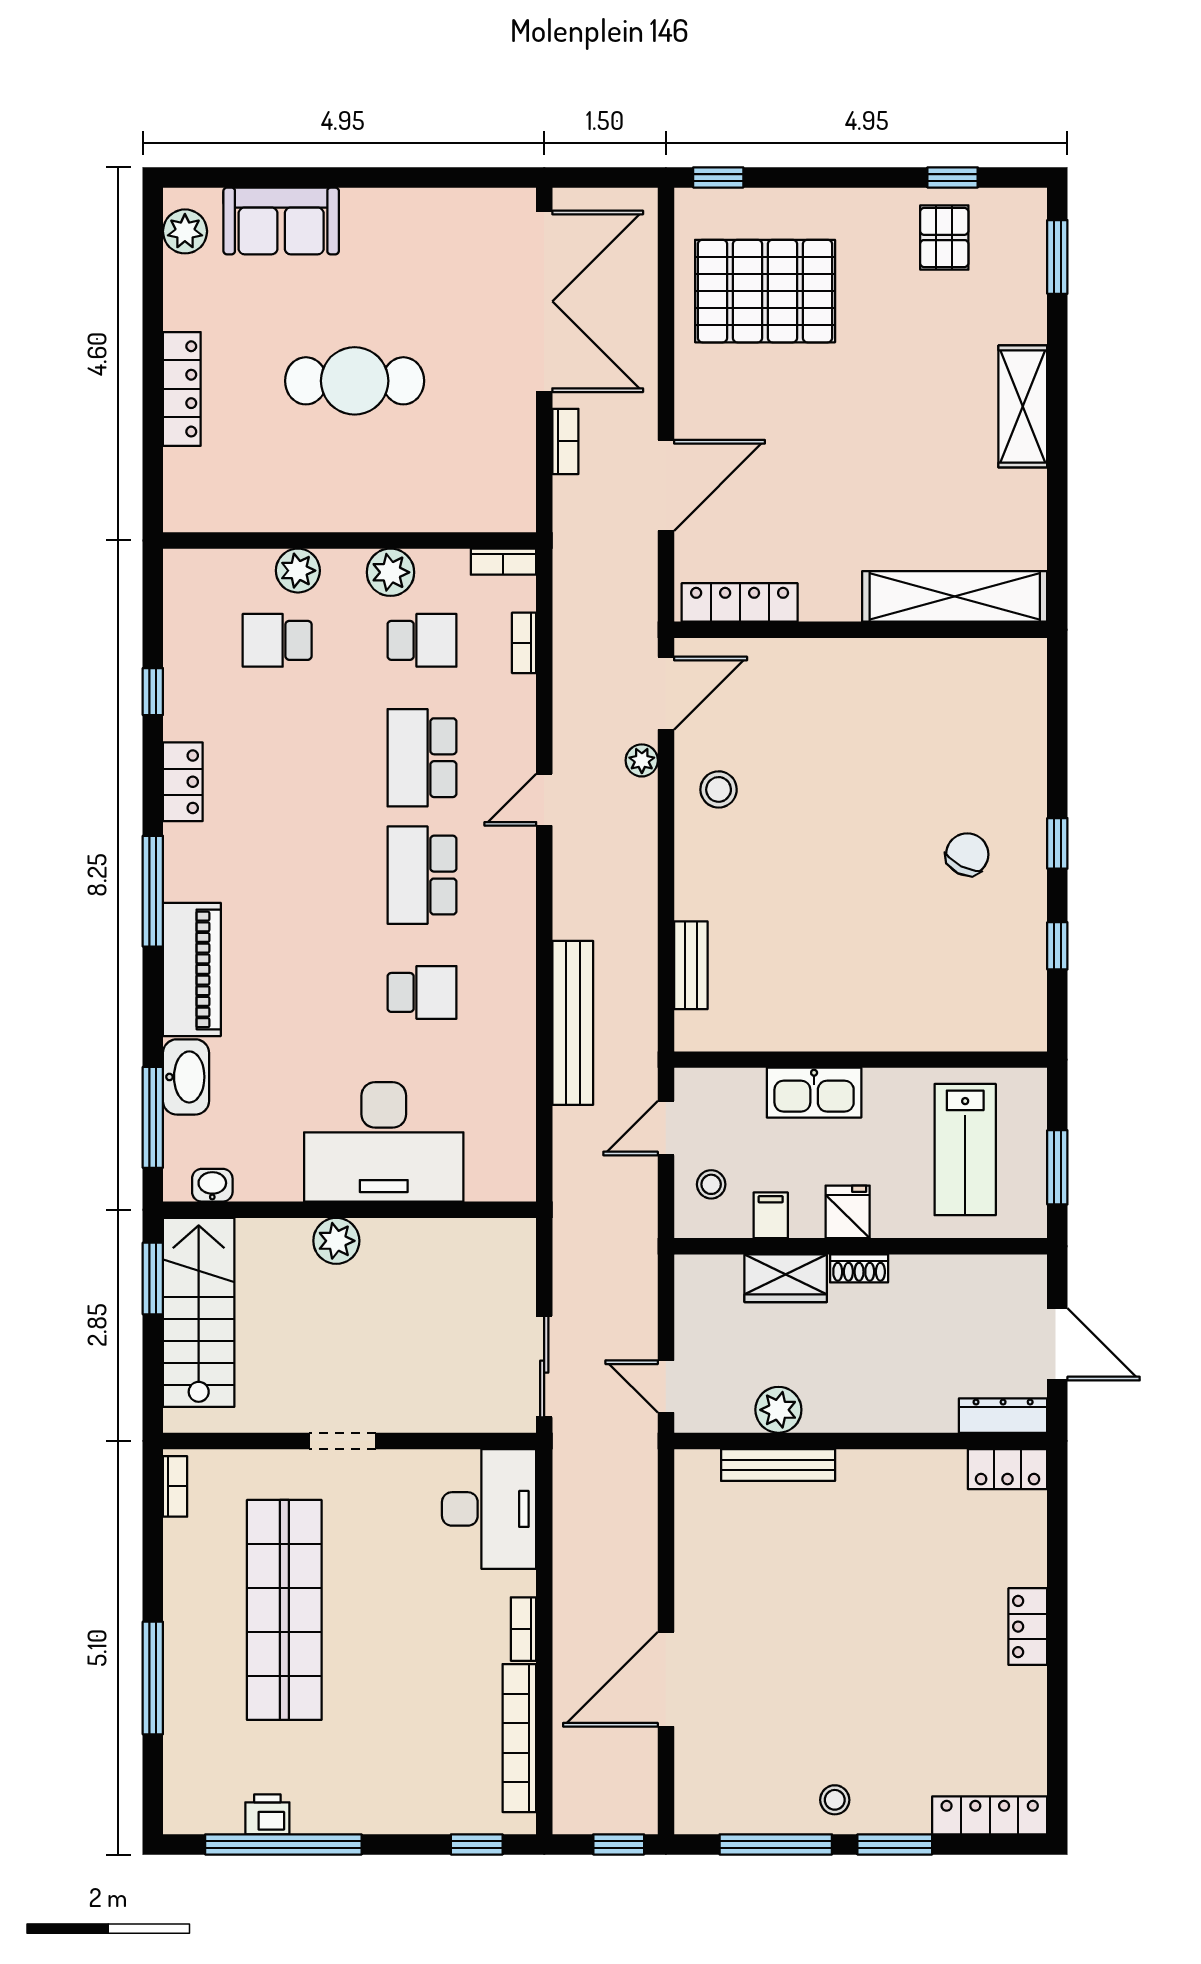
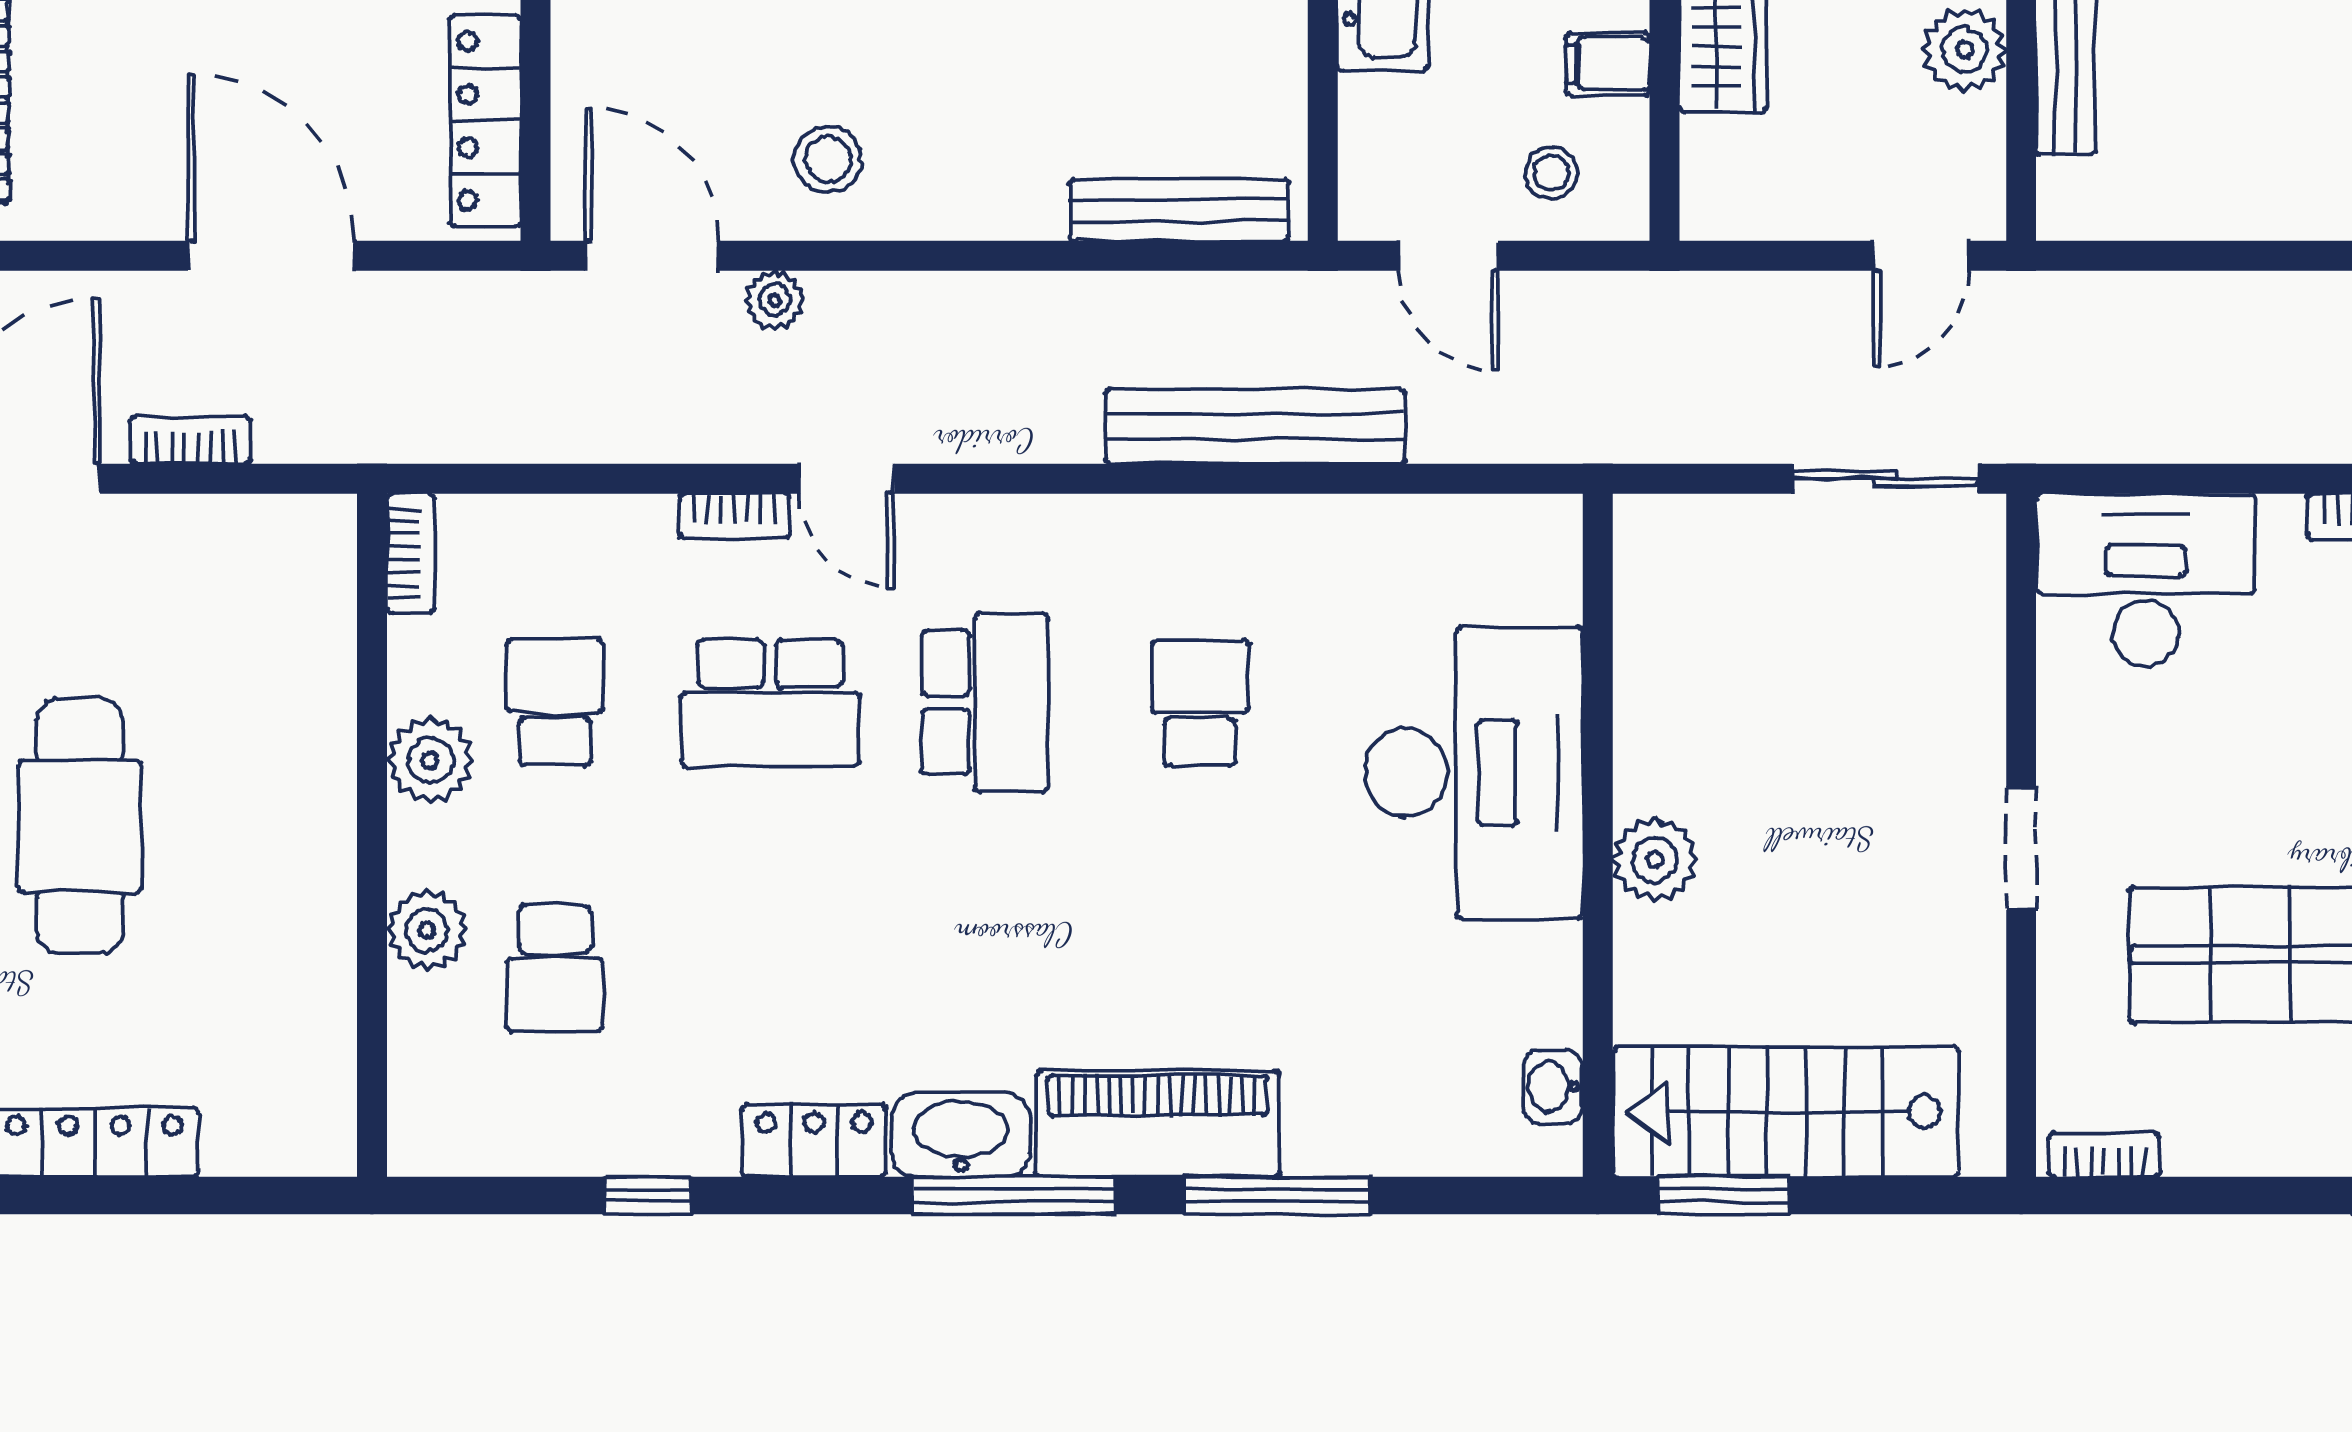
bookcase: (524, 643) -> (734, 516), moved
school desk: (422, 875) -> (985, 703), turned -90
bench: (691, 965) -> (1179, 210), width x1.36
washbasin: (186, 1077) -> (961, 1135), moved
window: (153, 1117) -> (1277, 1196), moved

